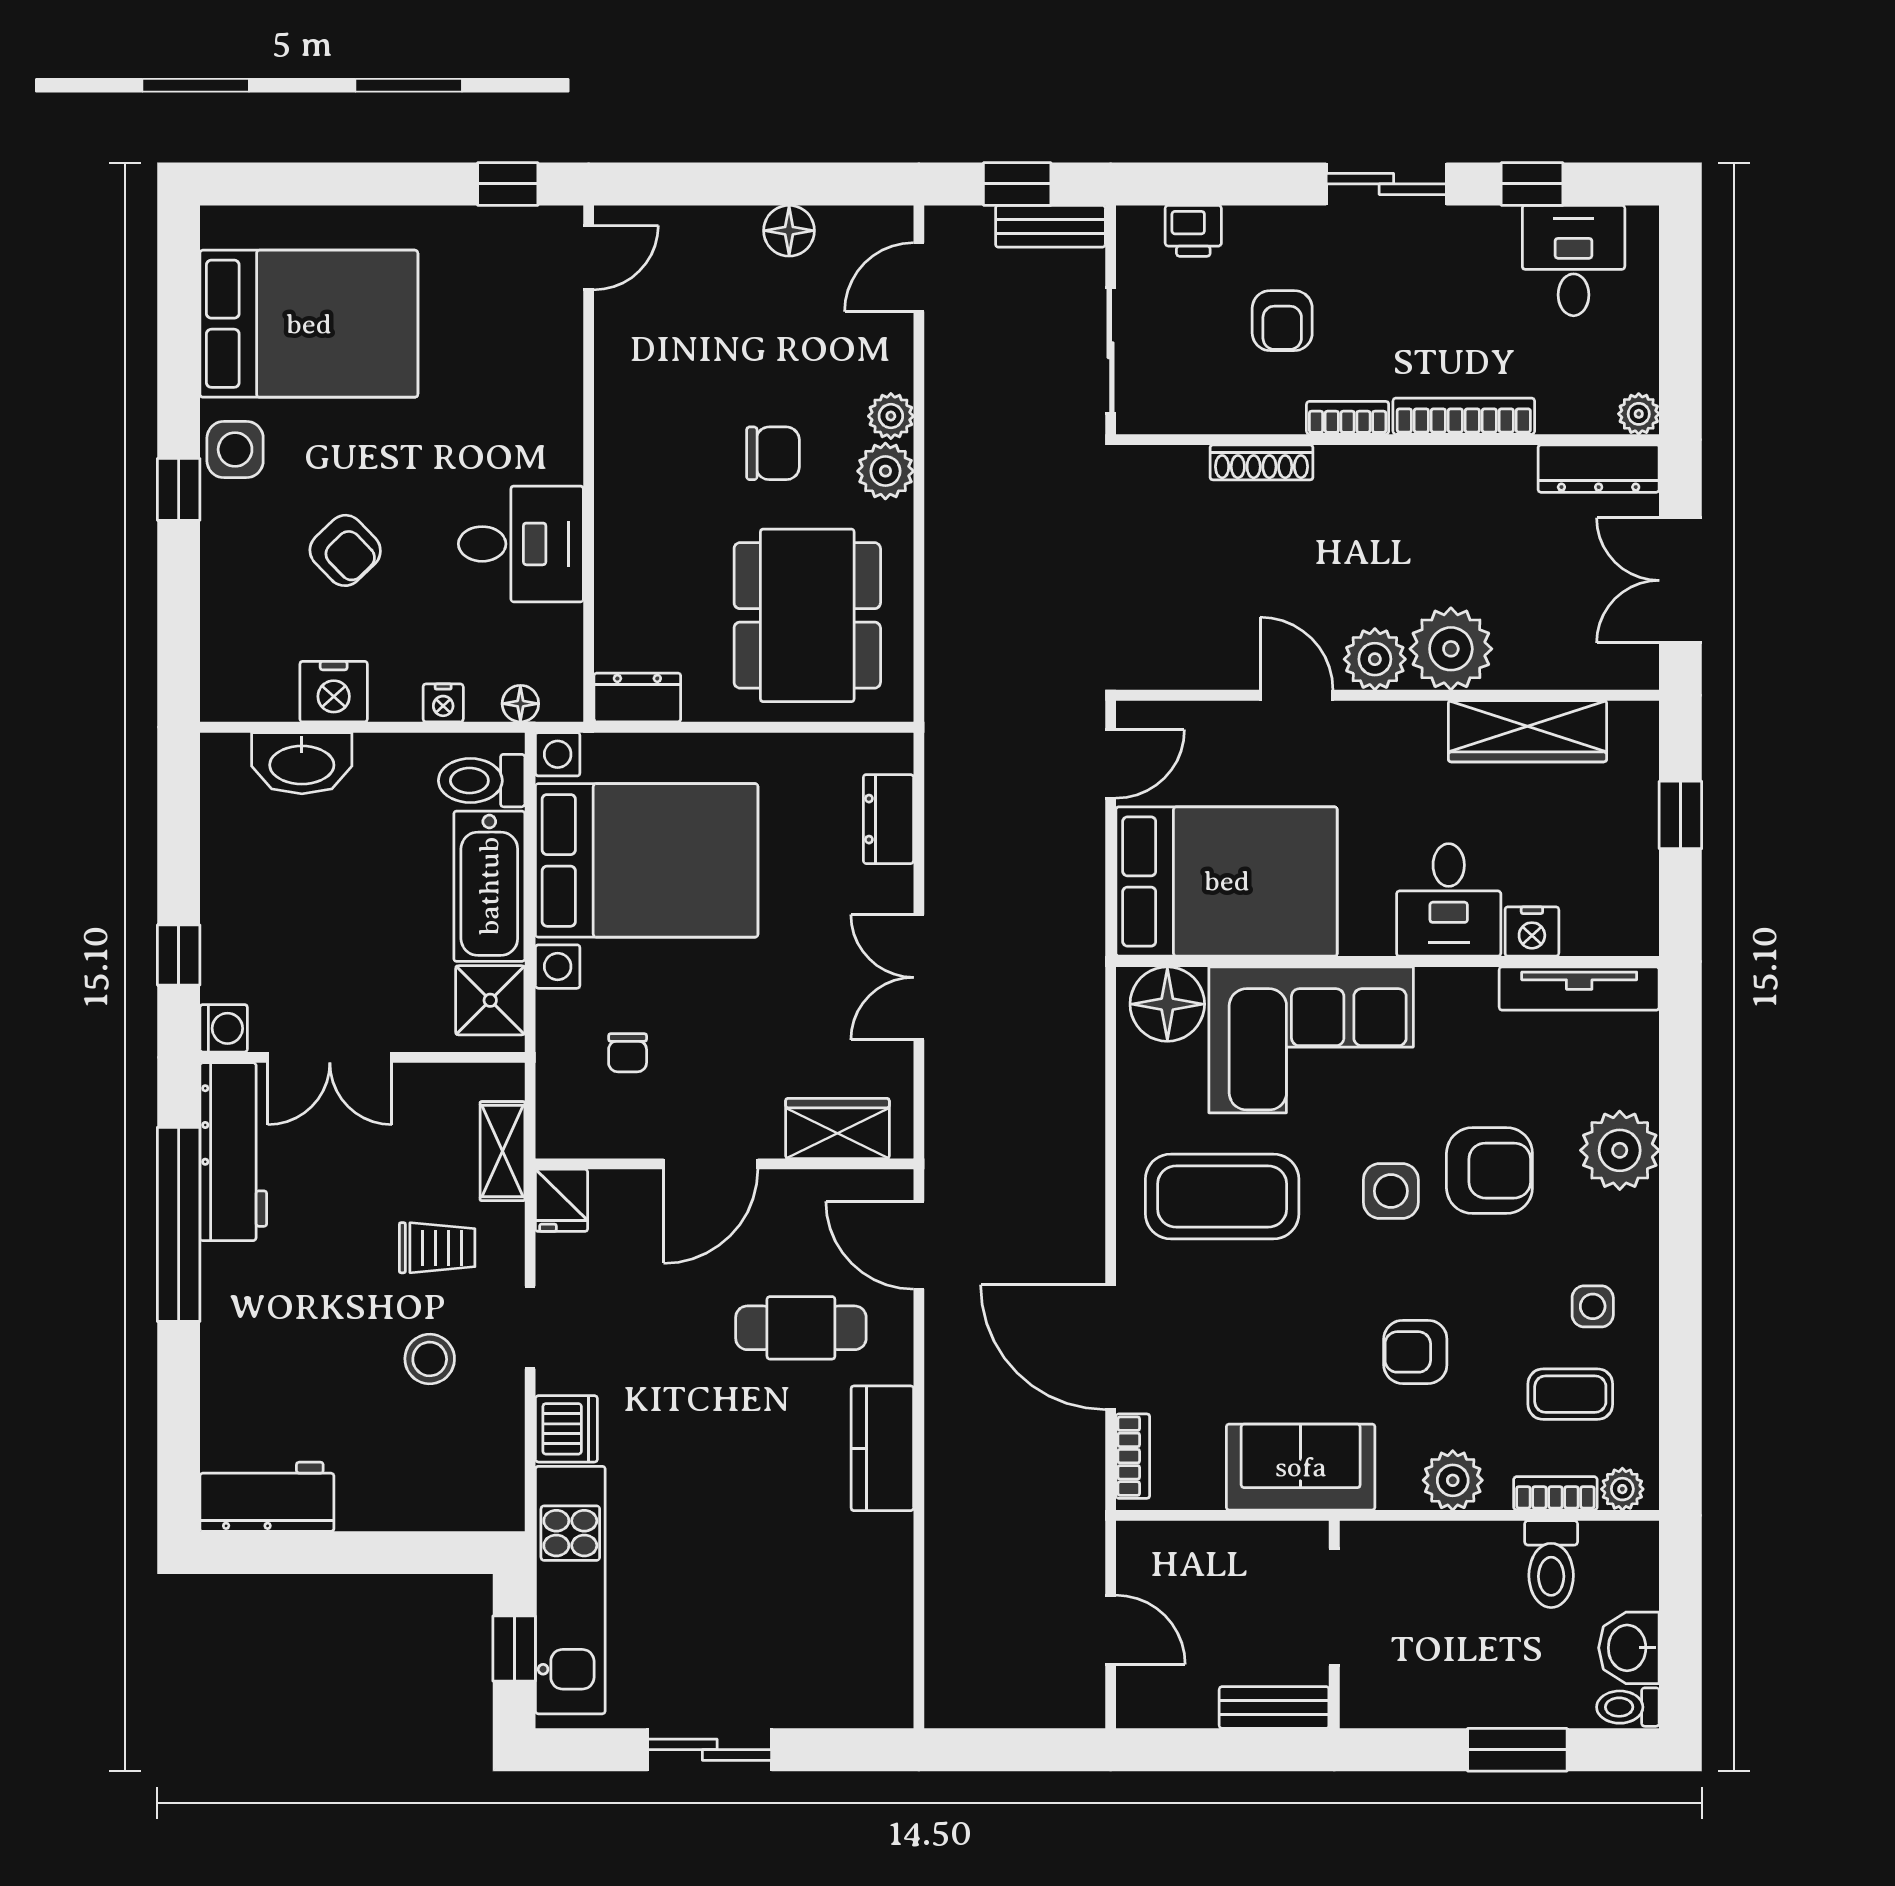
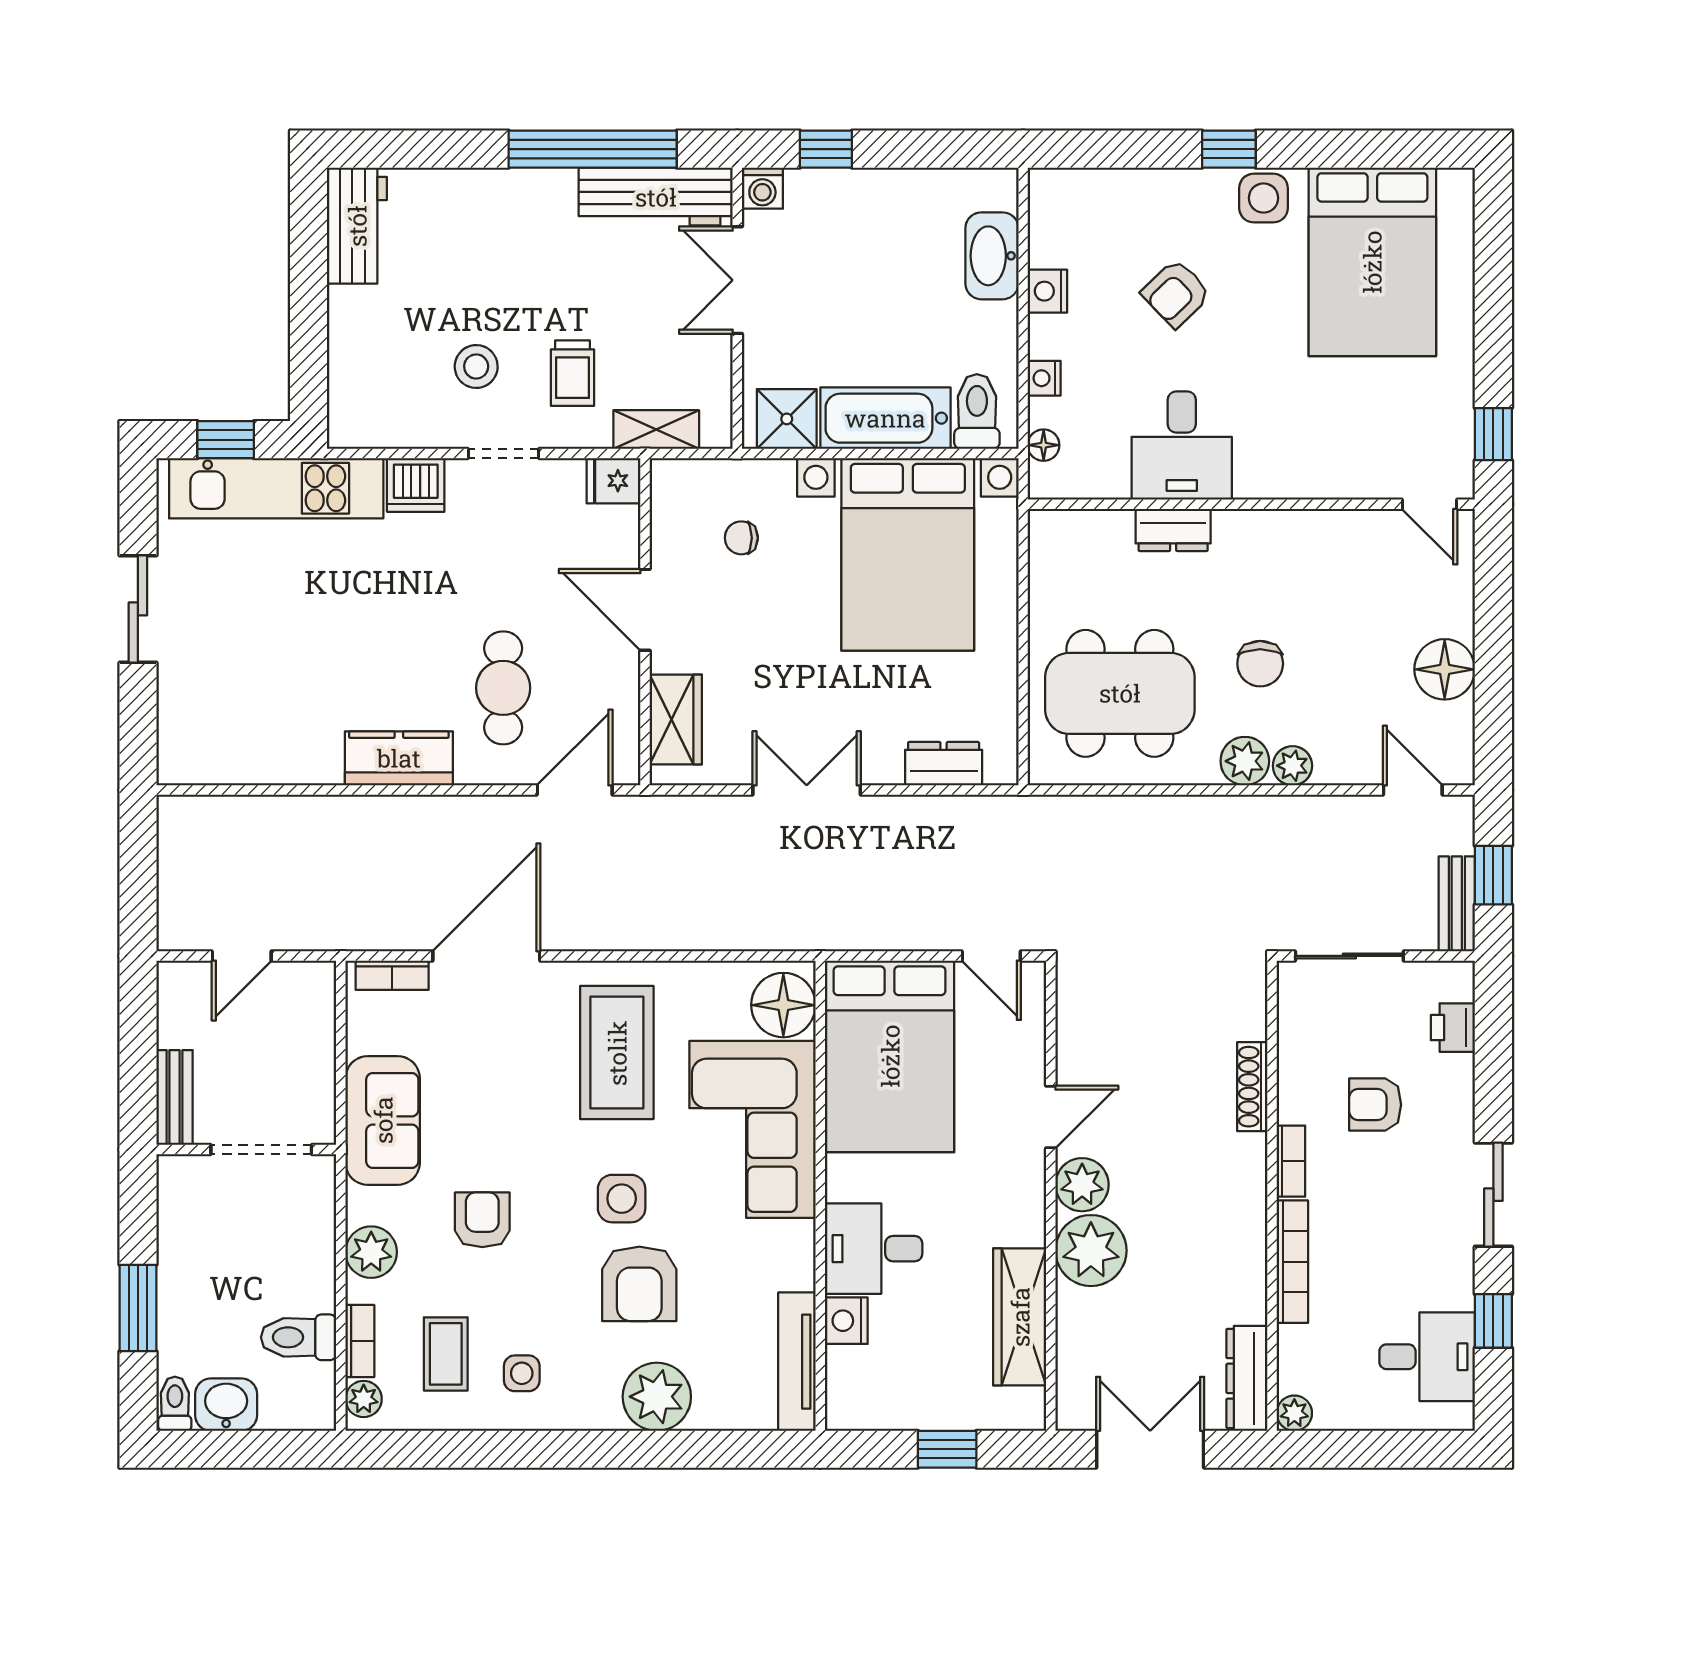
floor lamp: (789, 231) -> (1445, 669), width x1.38, depth x1.38
nightstand: (334, 692) -> (1047, 291), width x0.74, depth x0.75
dresser: (637, 697) -> (1173, 530), moved, turned 90

